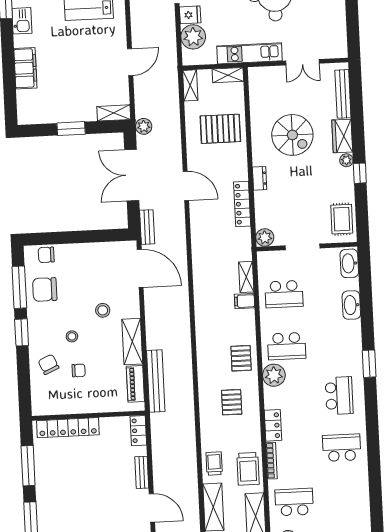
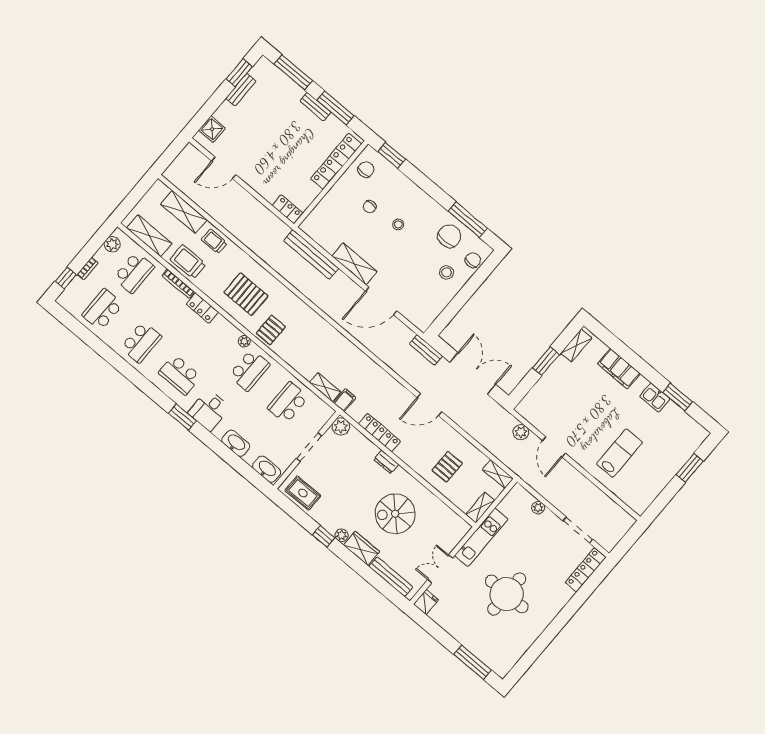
fridge: (190, 15) -> (426, 602), moved, turned 180
plant: (193, 37) -> (538, 508), width x0.53, depth x0.53
shelving: (114, 113) -> (576, 346), moved
plant: (144, 126) -> (521, 432), moved
pallet: (220, 129) -> (447, 467), width x0.67, depth x0.71
door: (140, 268) -> (381, 301), moved
filing cabinet: (245, 301) -> (345, 400), moved
stool: (103, 310) -> (446, 272), moved
window: (22, 332) -> (392, 155), moved
school desk: (287, 346) -> (249, 370), turned 180
desk: (345, 348) -> (209, 410), added
pallet: (241, 358) -> (271, 330), turned 90
chair: (49, 364) -> (366, 169), moved, turned -66
plant: (274, 375) -> (244, 341), width x0.53, depth x0.53
piano: (135, 384) -> (323, 238), removed
pallet: (232, 402) -> (246, 294), width x1.50, depth x1.42
trolley: (214, 463) -> (214, 241), turned 180
bench: (142, 472) -> (315, 107), moved
school desk: (344, 500) -> (103, 310), added

